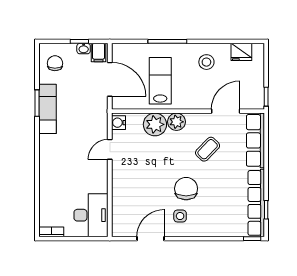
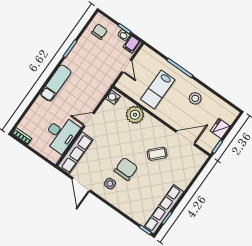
fridge: (241, 52) -> (220, 129), moved, turned 90
door: (110, 79) -> (127, 66), width x0.53
lab bench: (160, 81) -> (158, 90), turned 180
exam couch: (47, 109) -> (56, 83), moved
plant: (176, 122) -> (150, 123), removed
row of seats: (255, 140) -> (75, 153), moved, turned 180
door: (110, 149) -> (89, 120), moved
desk: (91, 215) -> (61, 134), moved
door: (150, 239) -> (81, 185), swing flipped

